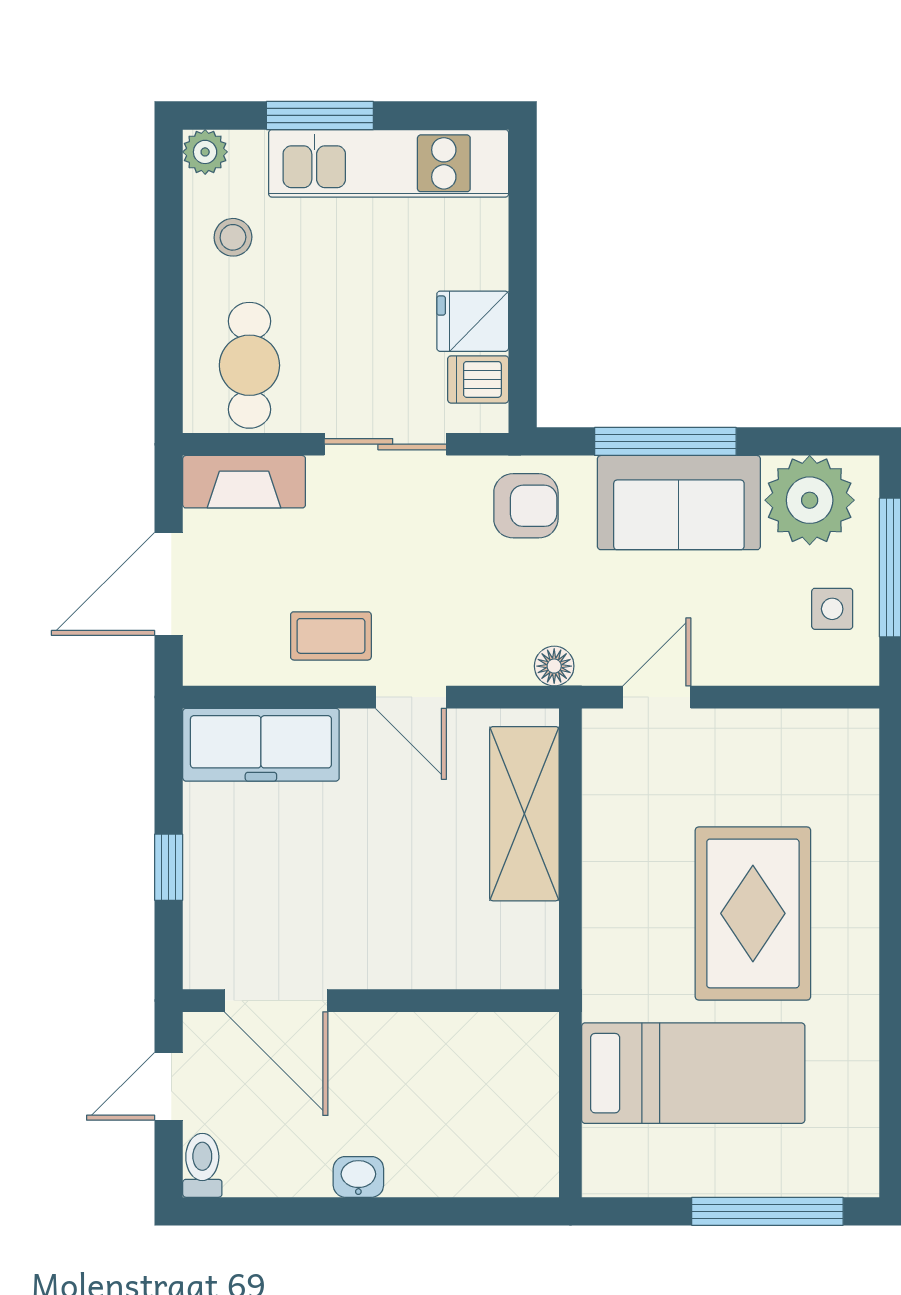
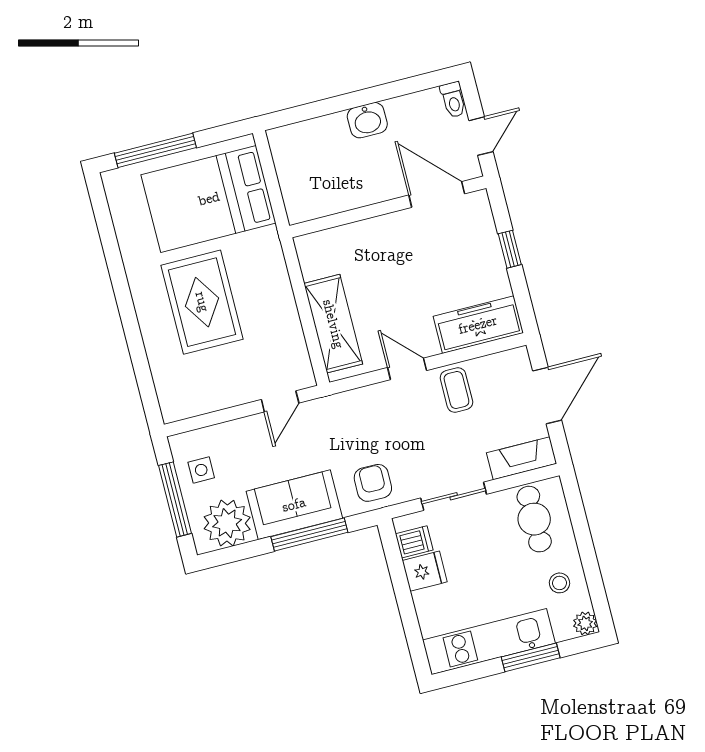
armchair: (526, 506) -> (373, 483), turned 90
coffee table: (331, 636) -> (456, 390), turned 90
floor lamp: (554, 666) -> (337, 404), removed
bed: (693, 1073) -> (209, 199), width x1.50
washbasin: (358, 1177) -> (367, 120), width x1.38, depth x1.45

